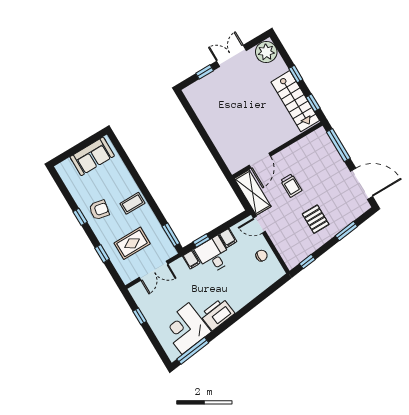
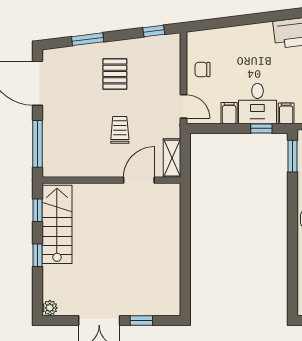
plant: (266, 52) -> (50, 308), width x0.53, depth x0.53
shelving: (253, 193) -> (172, 158), width x0.67, depth x0.75

